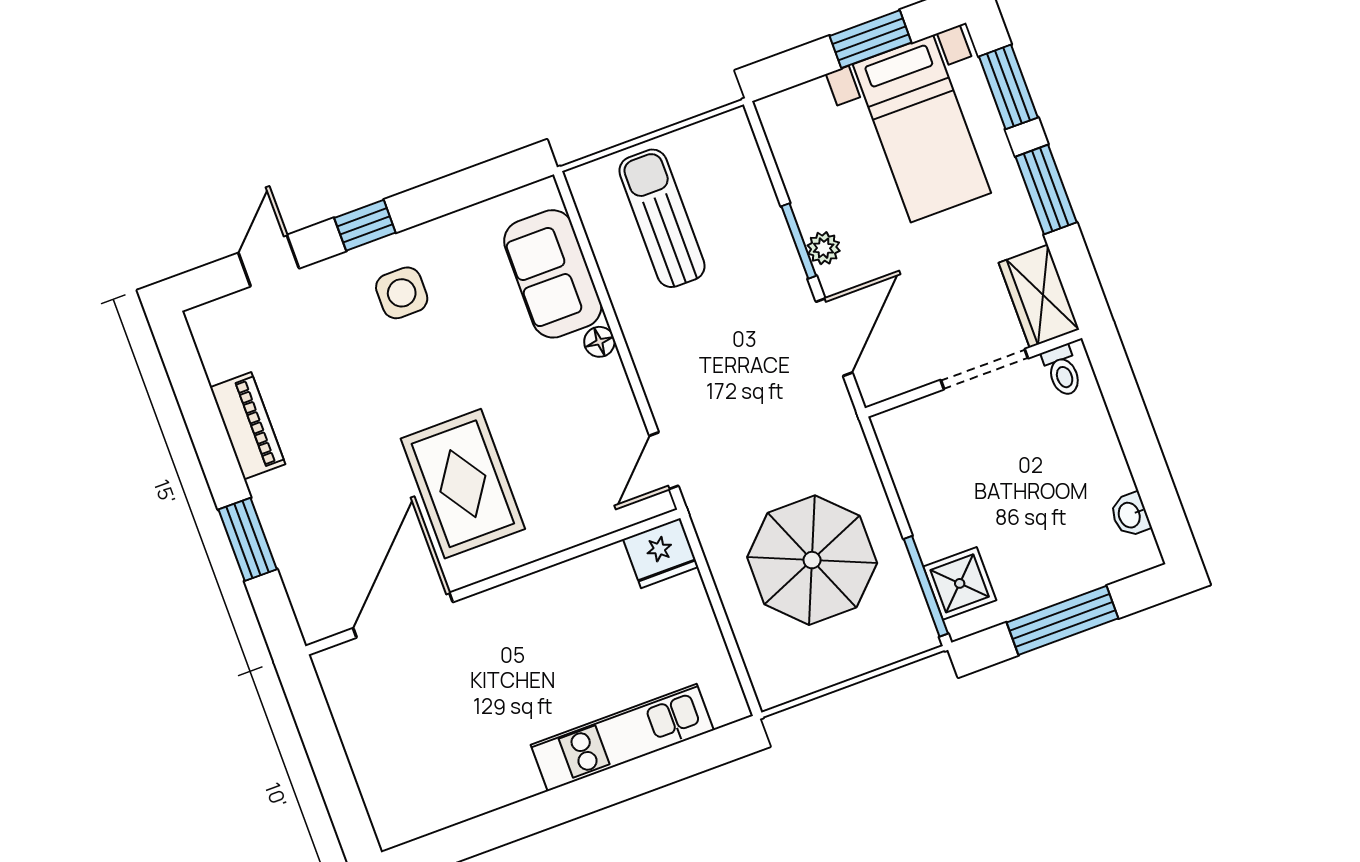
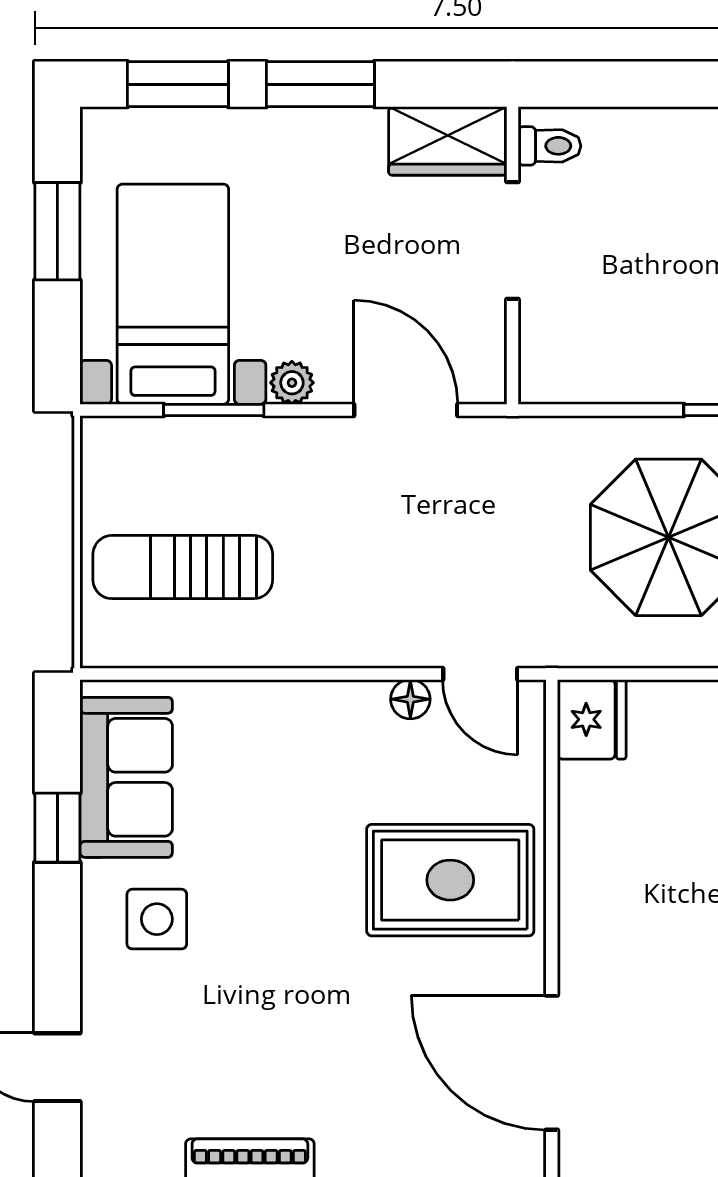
bed with nightstands: (922, 129) -> (173, 294), moved, turned -90
window: (365, 225) -> (57, 828), moved
window: (799, 241) -> (214, 410), moved
sofa: (553, 274) -> (126, 777), moved, turned -90
floor lamp: (599, 342) -> (410, 699), moved
rug: (463, 484) -> (450, 880), moved

